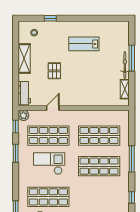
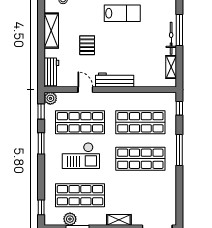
lab bench: (84, 44) -> (122, 13), turned 180
workbench: (77, 100) -> (115, 80), added
door: (53, 108) -> (85, 90), hinge flipped
checkout: (49, 164) -> (81, 156), turned 180
window: (132, 197) -> (179, 108), moved

